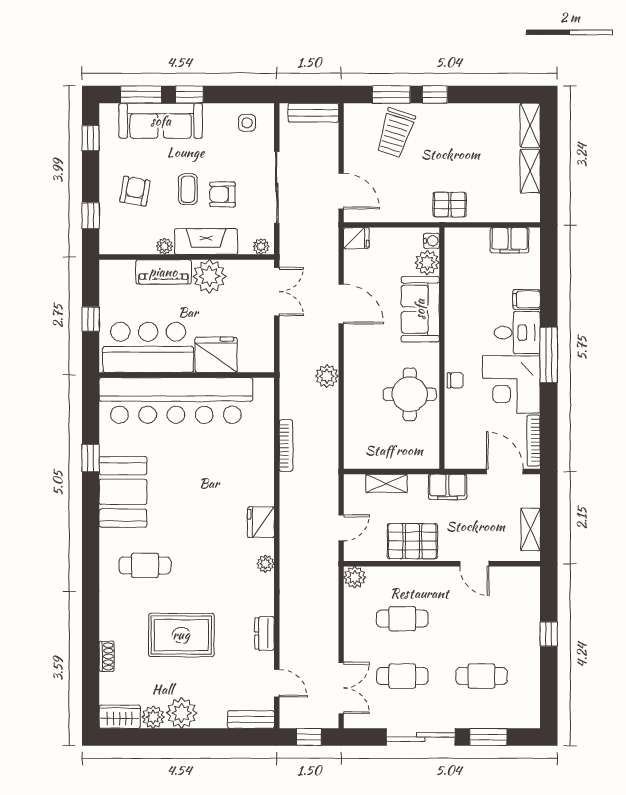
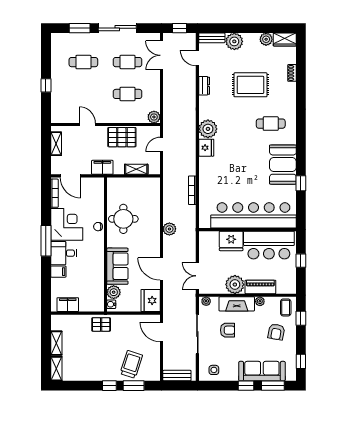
coffee table: (188, 189) -> (286, 307), moved
fridge: (356, 238) -> (151, 301), width x1.88, depth x1.34
plant: (265, 564) -> (208, 129), width x1.88, depth x1.88
plant: (182, 713) -> (234, 41), moved

